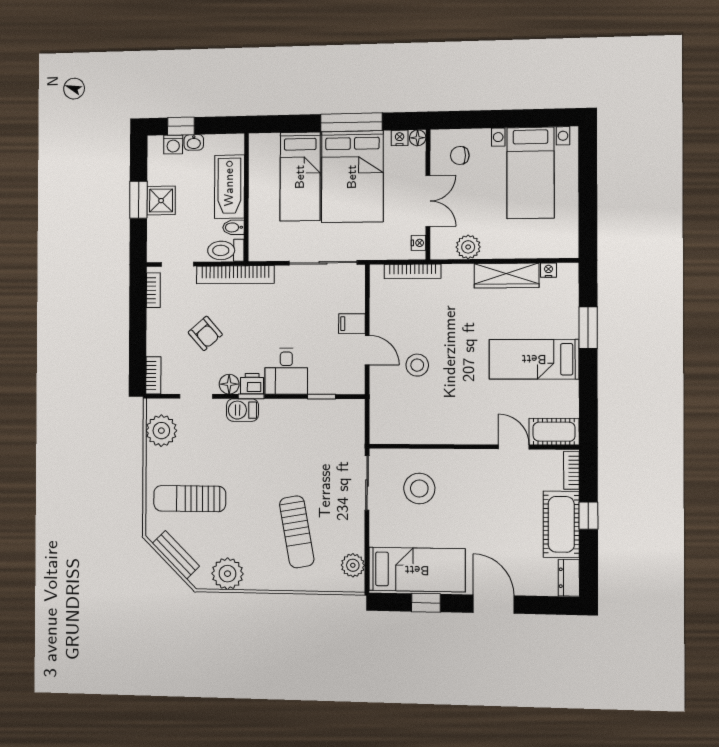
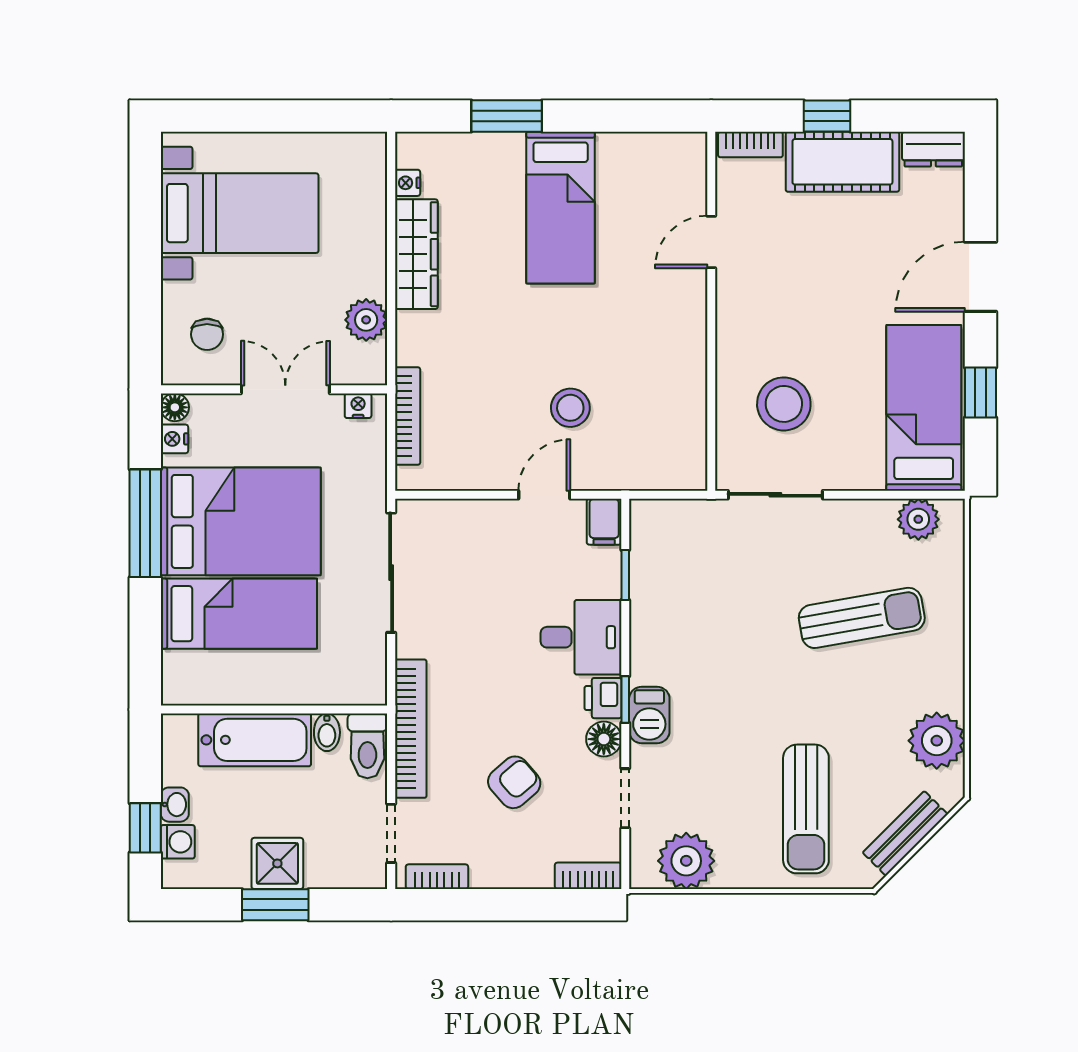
filing cabinet: (352, 324) -> (604, 522), moved
cot: (554, 432) -> (684, 174), removed

